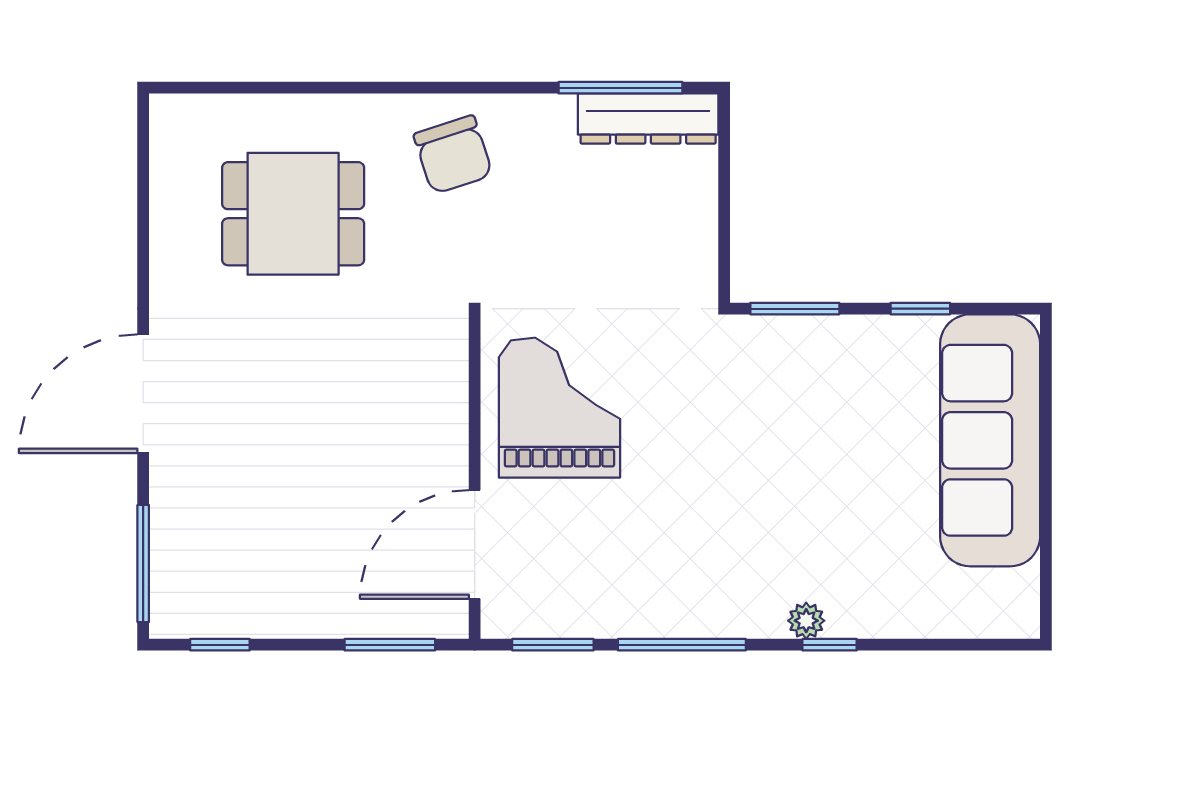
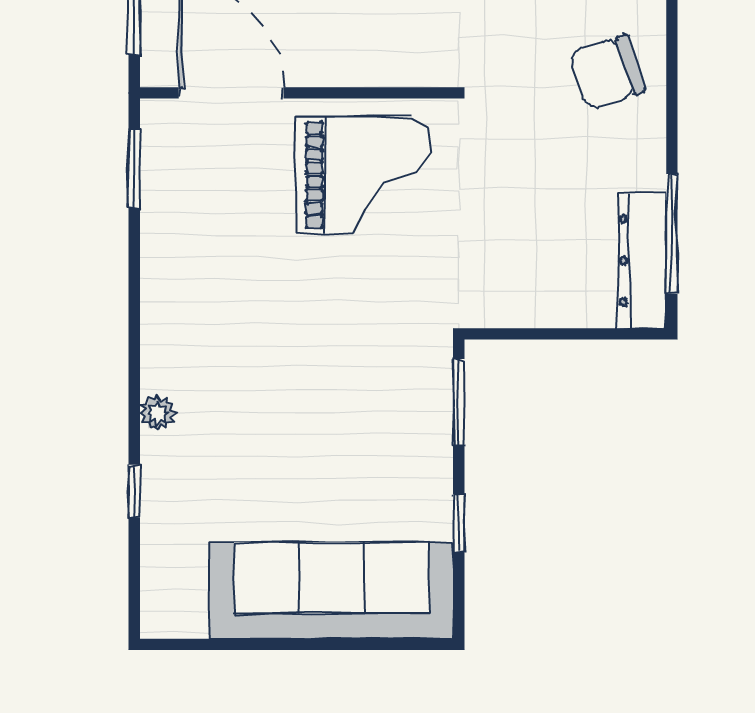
window: (682, 645) -> (134, 293), removed
window: (830, 645) -> (134, 491), moved

